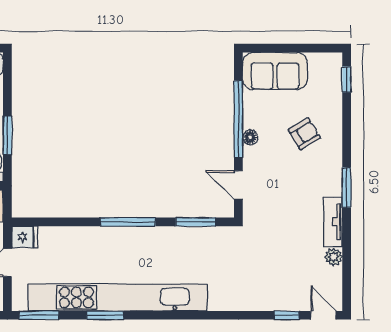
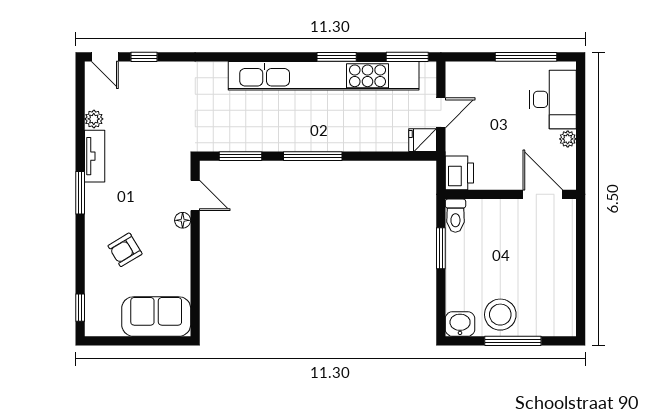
window: (238, 119) -> (195, 266), removed
floor lamp: (250, 137) -> (183, 220), moved

